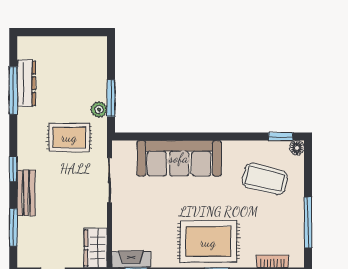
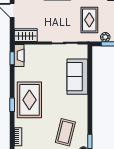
sofa: (179, 158) -> (77, 77), width x0.73

